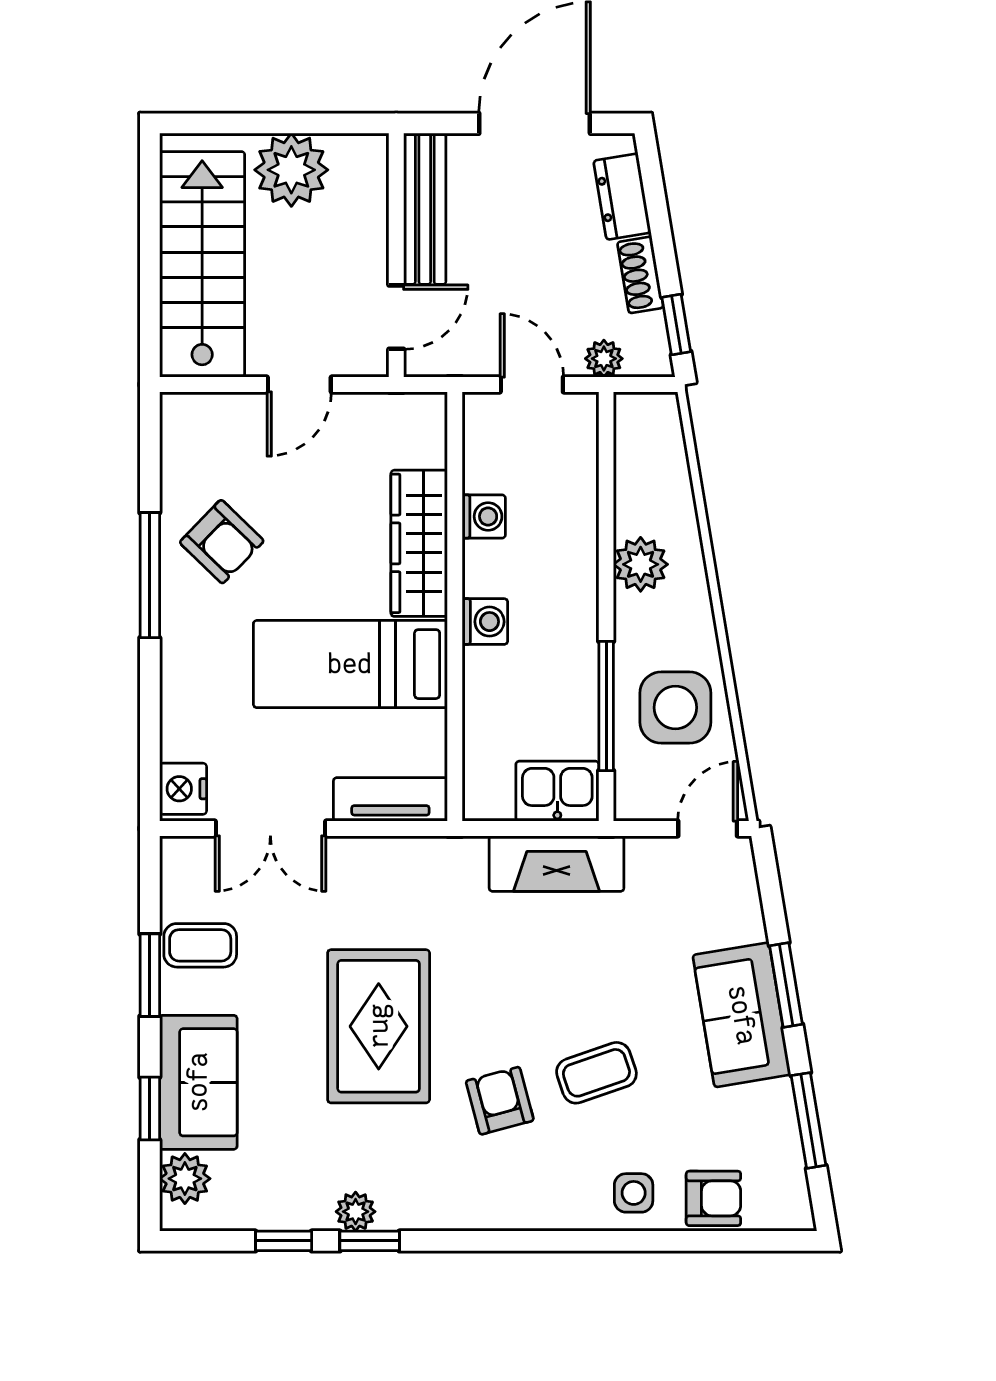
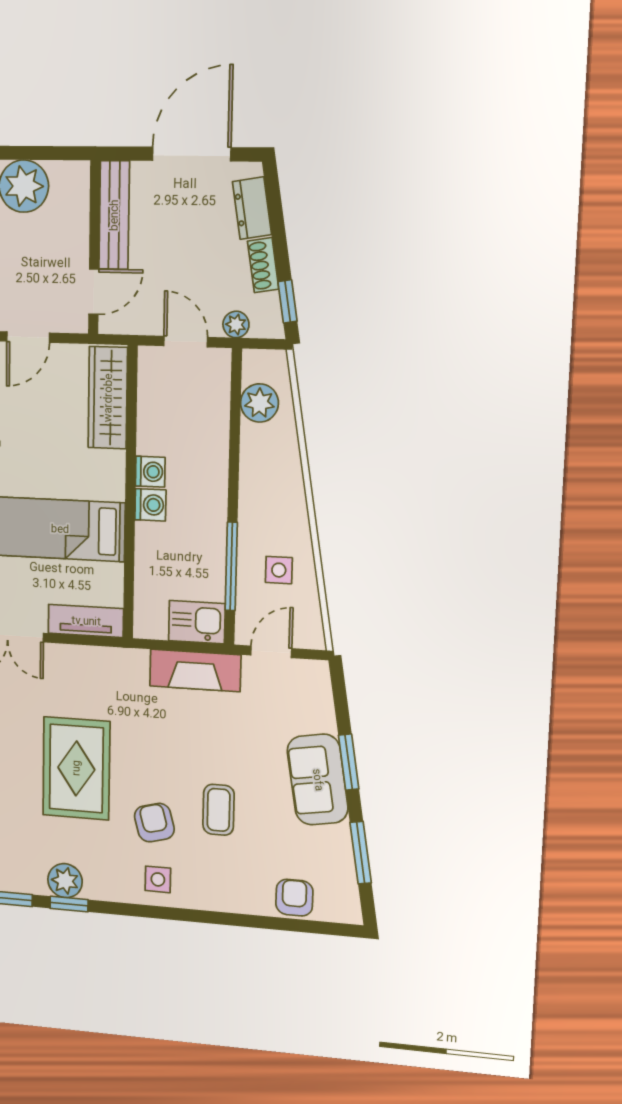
washing machine: (484, 516) -> (150, 472), moved
wardrobe: (419, 543) -> (108, 398), moved
plant: (641, 564) -> (259, 403), moved
side table: (675, 708) -> (279, 570), width x0.54, depth x0.54
door: (708, 829) -> (271, 652), moved
coffee table: (596, 1073) -> (219, 810), turned -71
side table: (634, 1193) -> (158, 879), moved
armchair: (713, 1198) -> (294, 898), turned -90
plant: (356, 1212) -> (65, 881), width x1.38, depth x1.38

